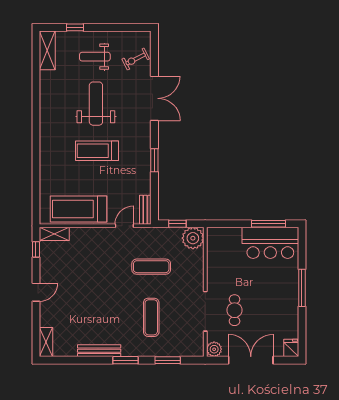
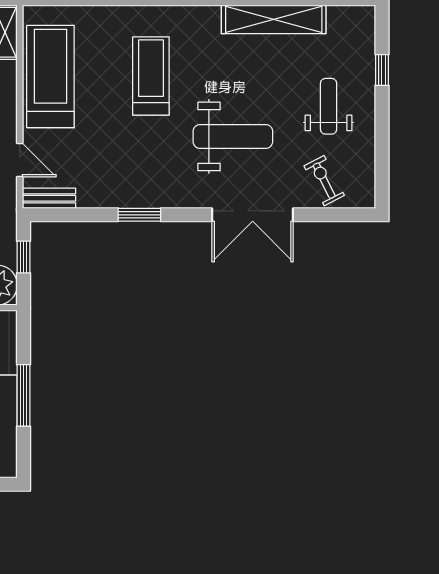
shelving: (47, 50) -> (274, 19), moved, width x1.47
weight bench: (96, 104) -> (233, 136), moved
treadmill: (97, 151) -> (151, 76), moved
window: (268, 224) -> (24, 395), moved

